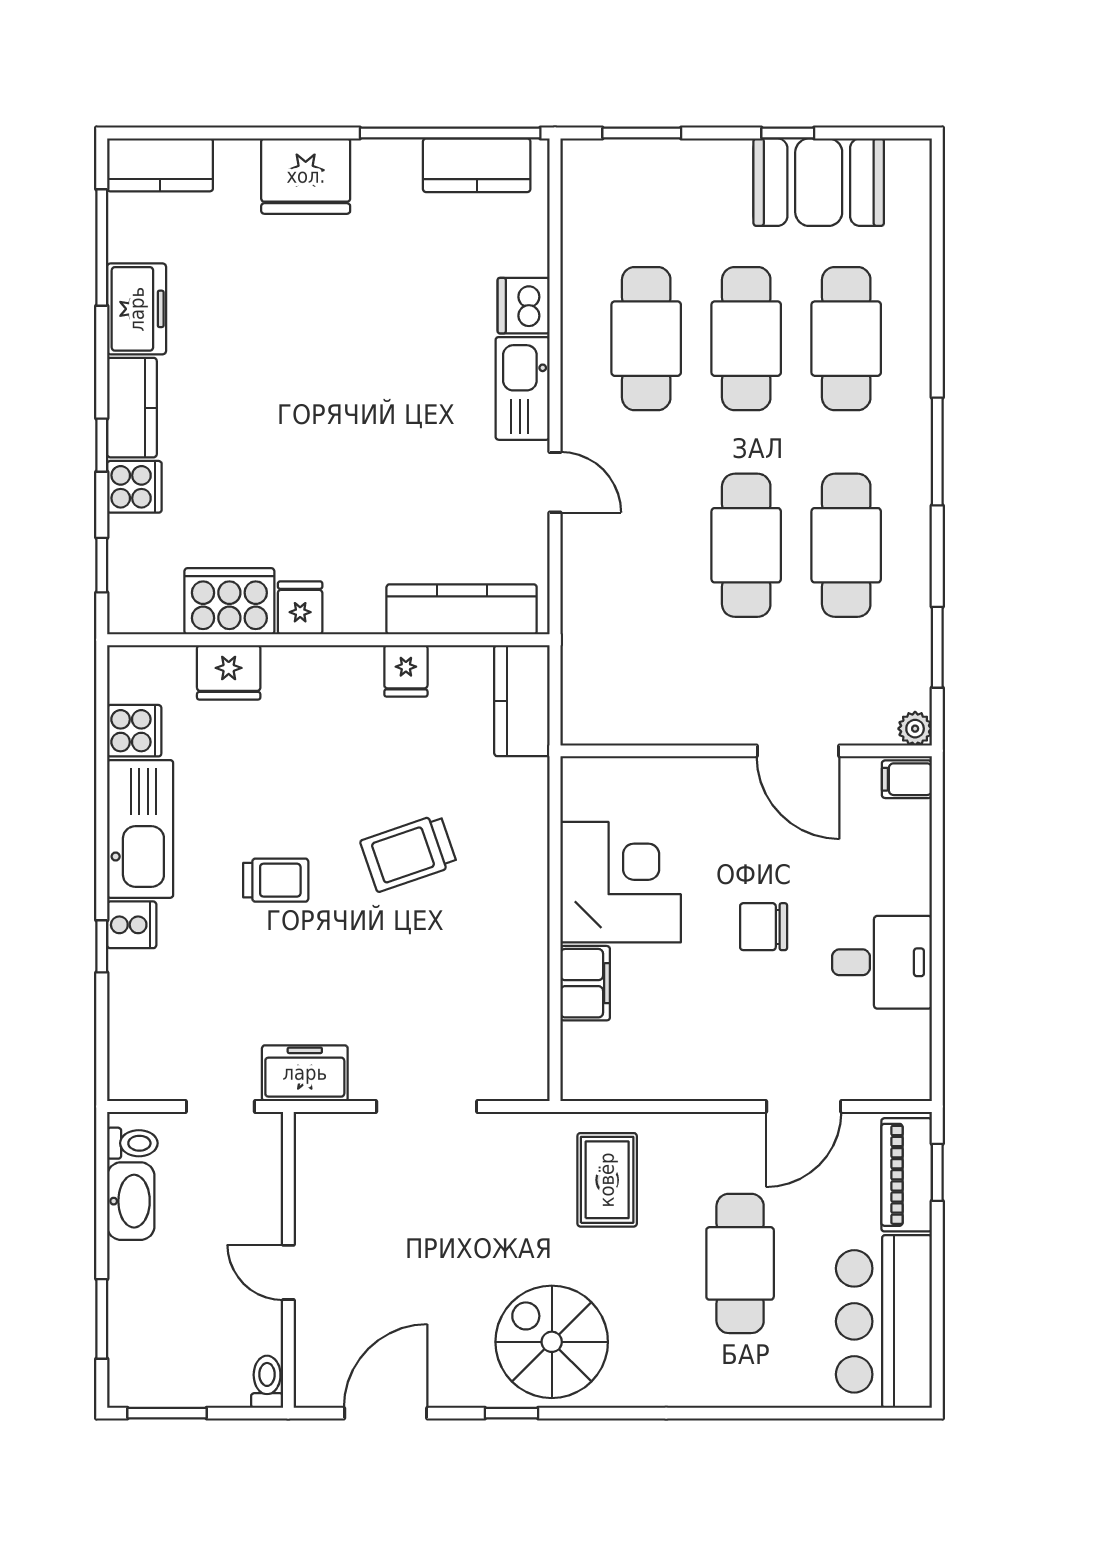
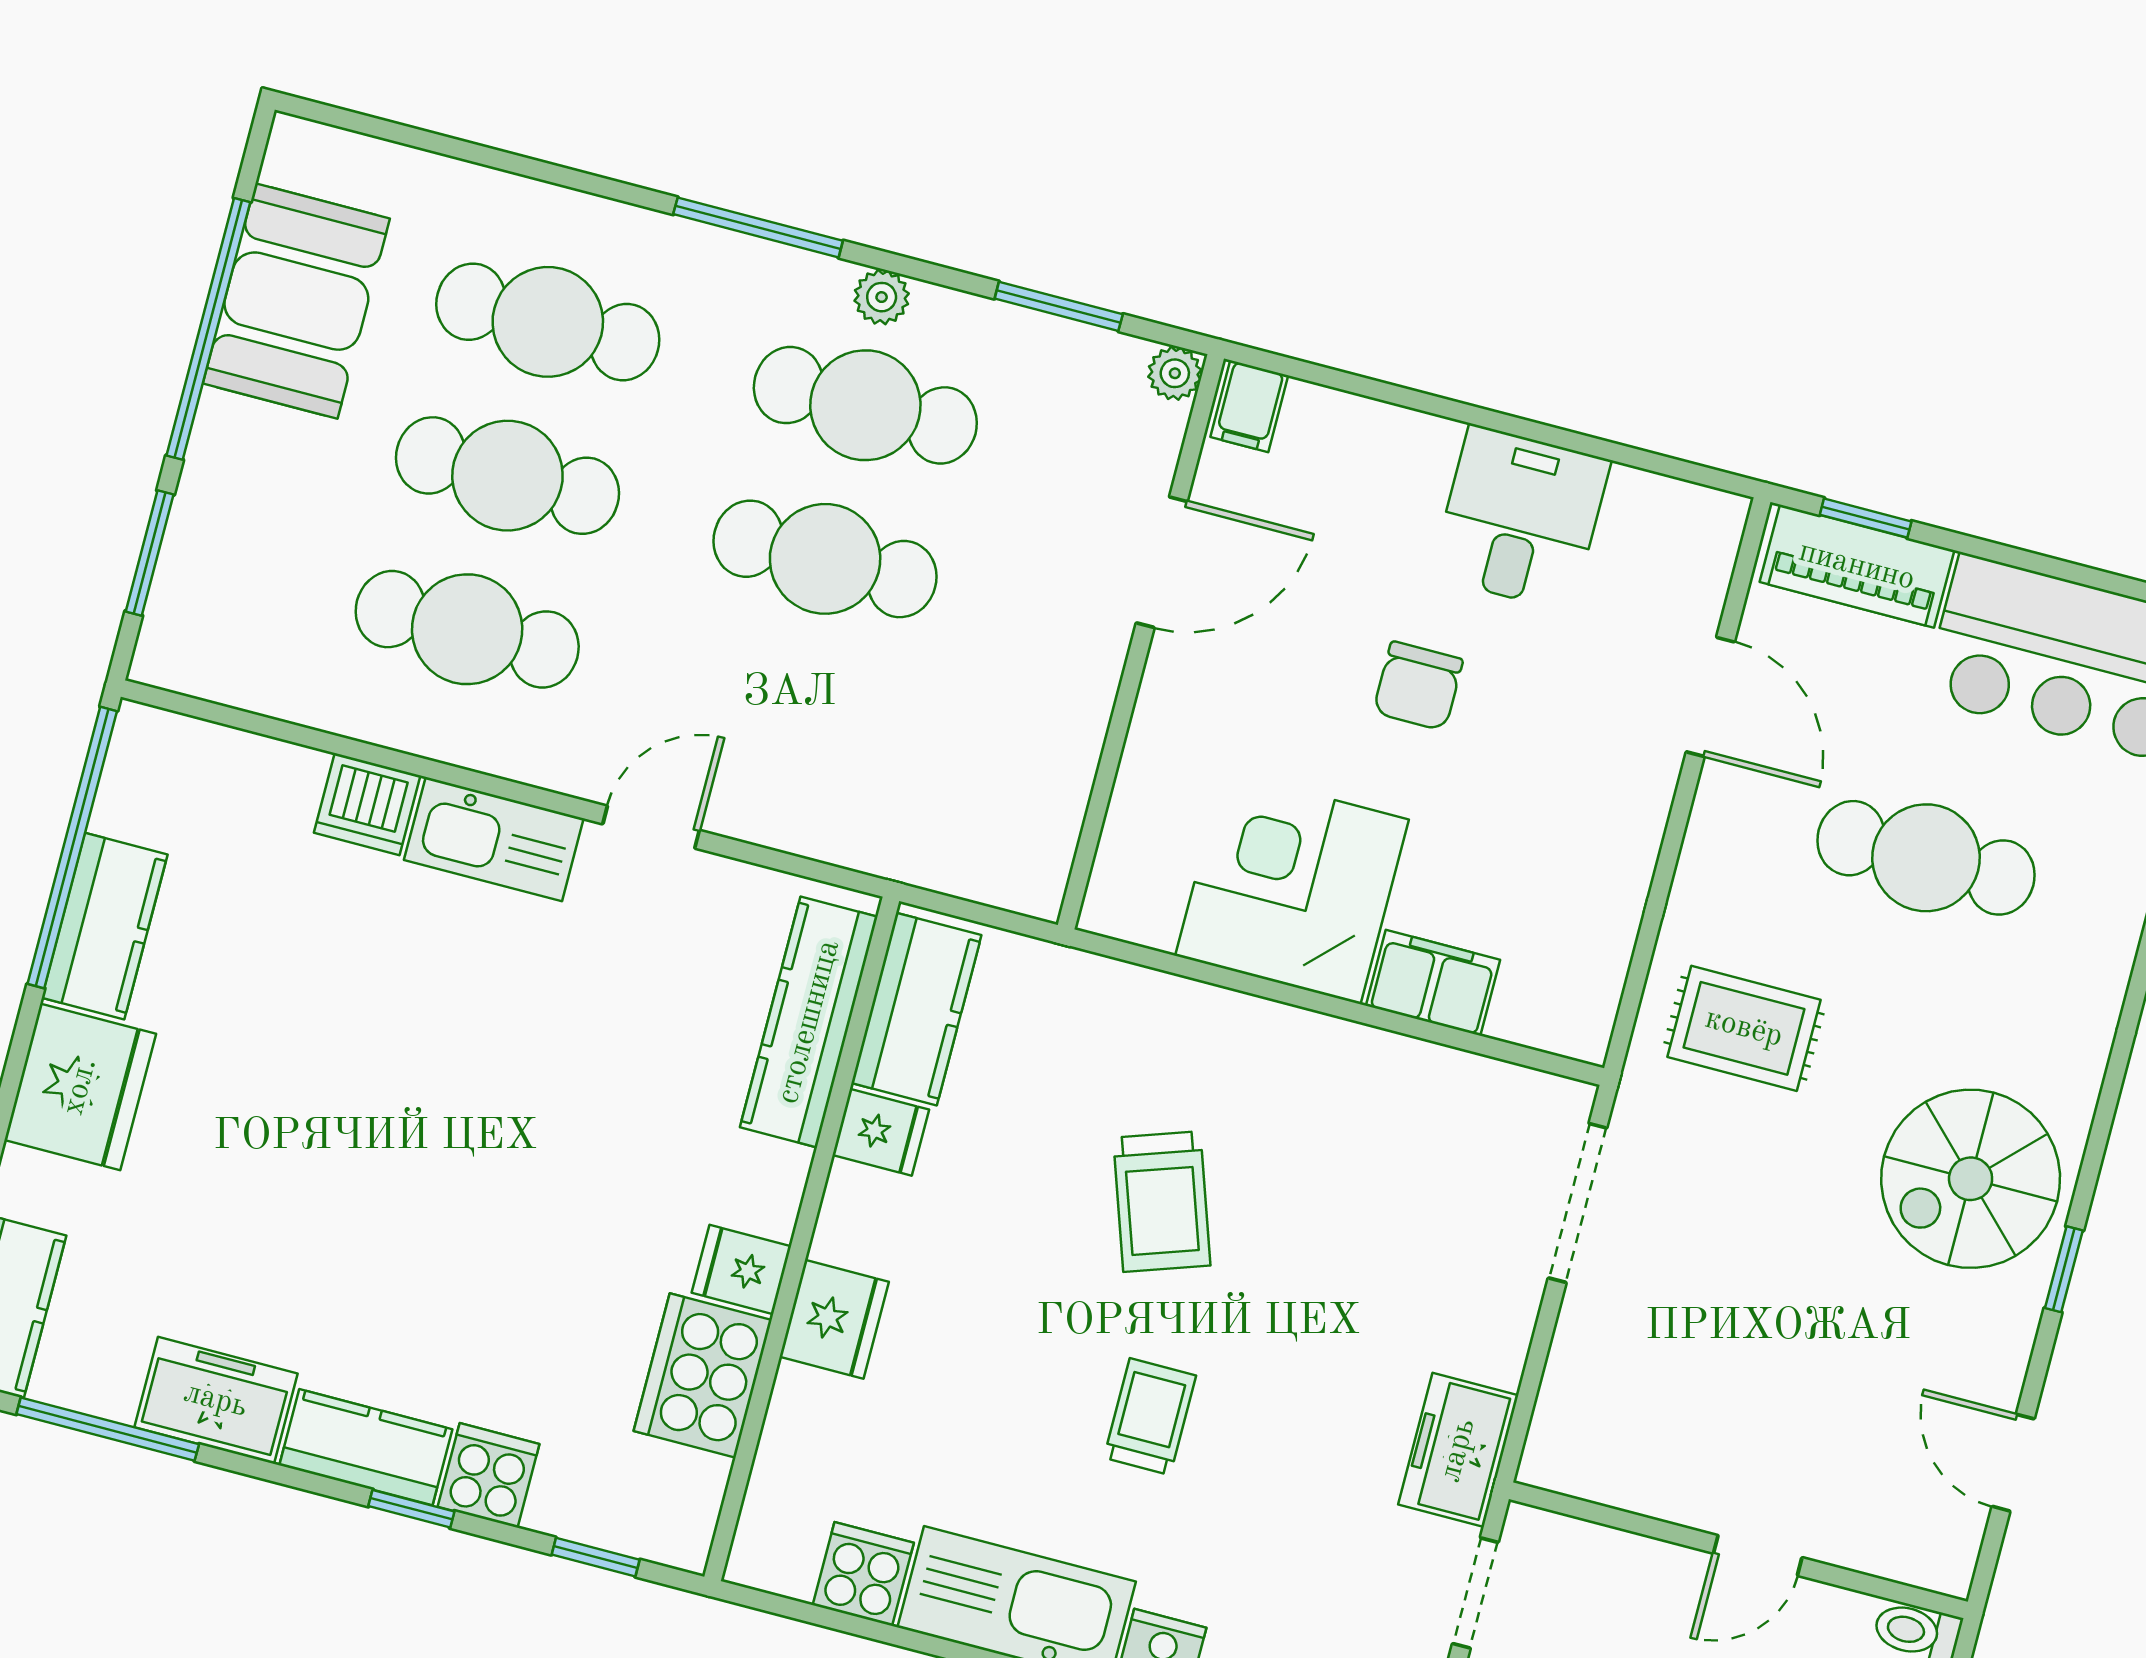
window: (788, 133) -> (208, 329), width x3.17
kitchen counter: (477, 165) -> (105, 926), moved
plant: (915, 538) -> (882, 297), added
fridge: (229, 672) -> (834, 1319), moved
kitchen counter: (522, 701) -> (916, 1009), moved, turned -90
doorway: (427, 1106) -> (1578, 1203), moved
door: (386, 1413) -> (2013, 1463), width x0.73

